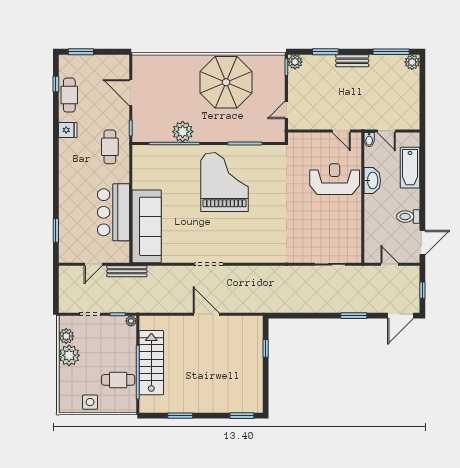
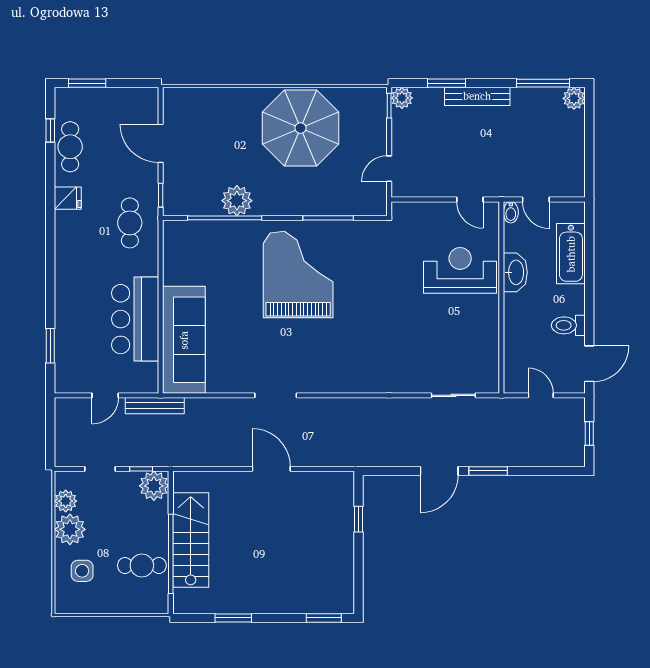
bench: (352, 61) -> (477, 96), width x1.36
door: (401, 316) -> (439, 471), moved
plant: (131, 321) -> (154, 486), width x1.88, depth x1.88
side table: (90, 402) -> (82, 571), moved

